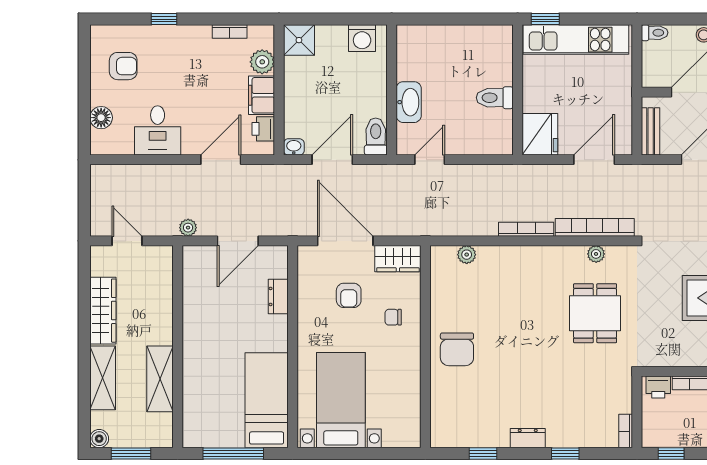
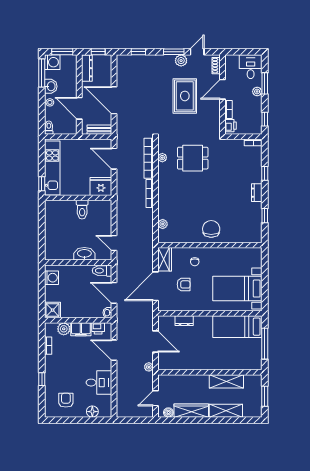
chair: (457, 349) -> (211, 229), turned -90
boiler: (99, 439) -> (168, 412), moved

